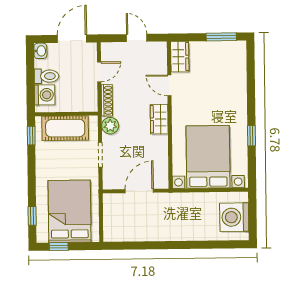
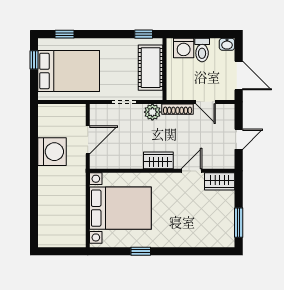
door: (139, 191) -> (88, 140), hinge flipped
washing machine: (234, 217) -> (52, 152), moved, turned 90

